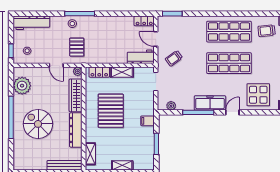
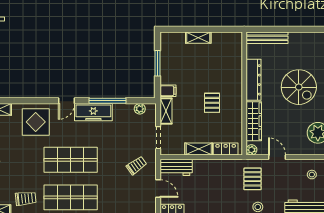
pallet: (111, 111) -> (212, 103), width x0.49, depth x0.50
shelving: (90, 154) -> (166, 111), moved

